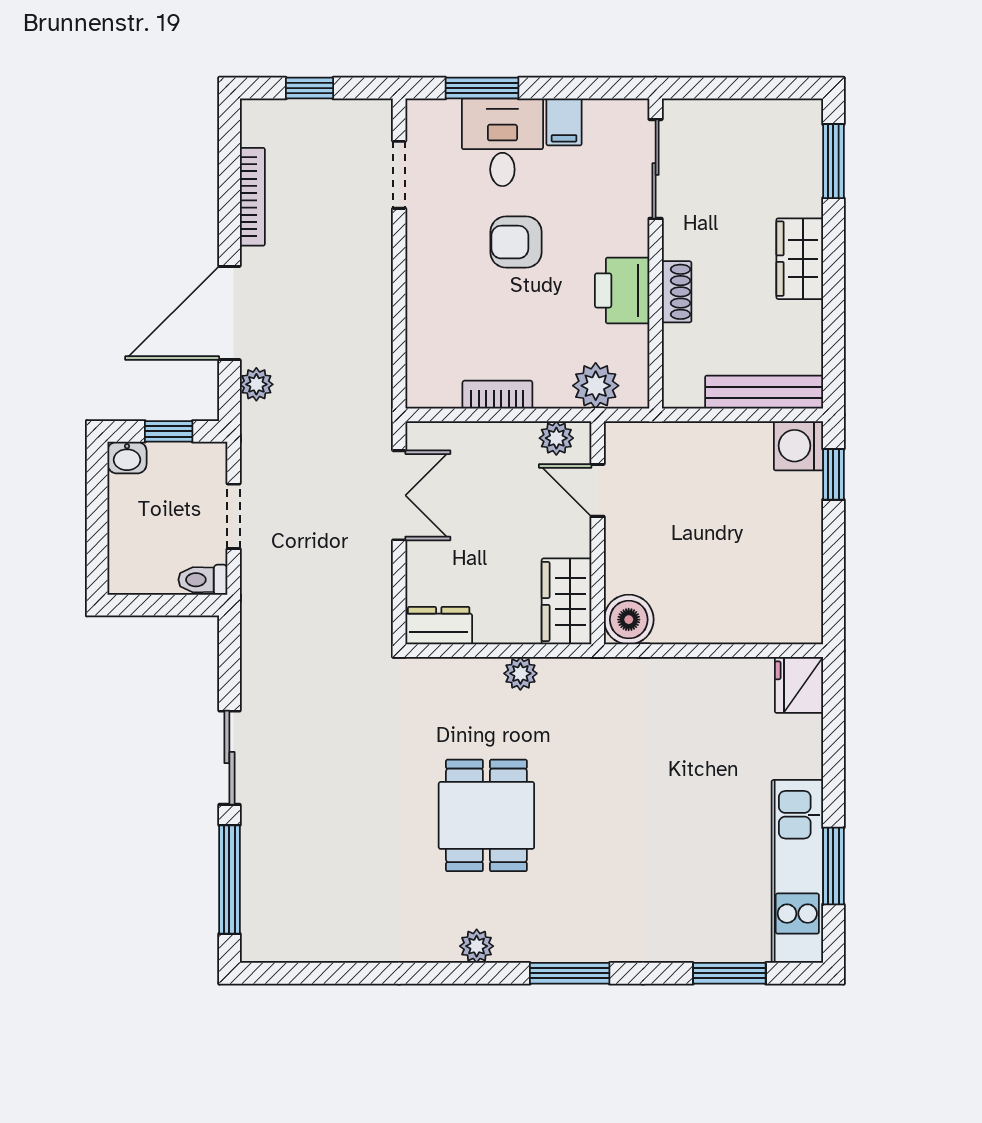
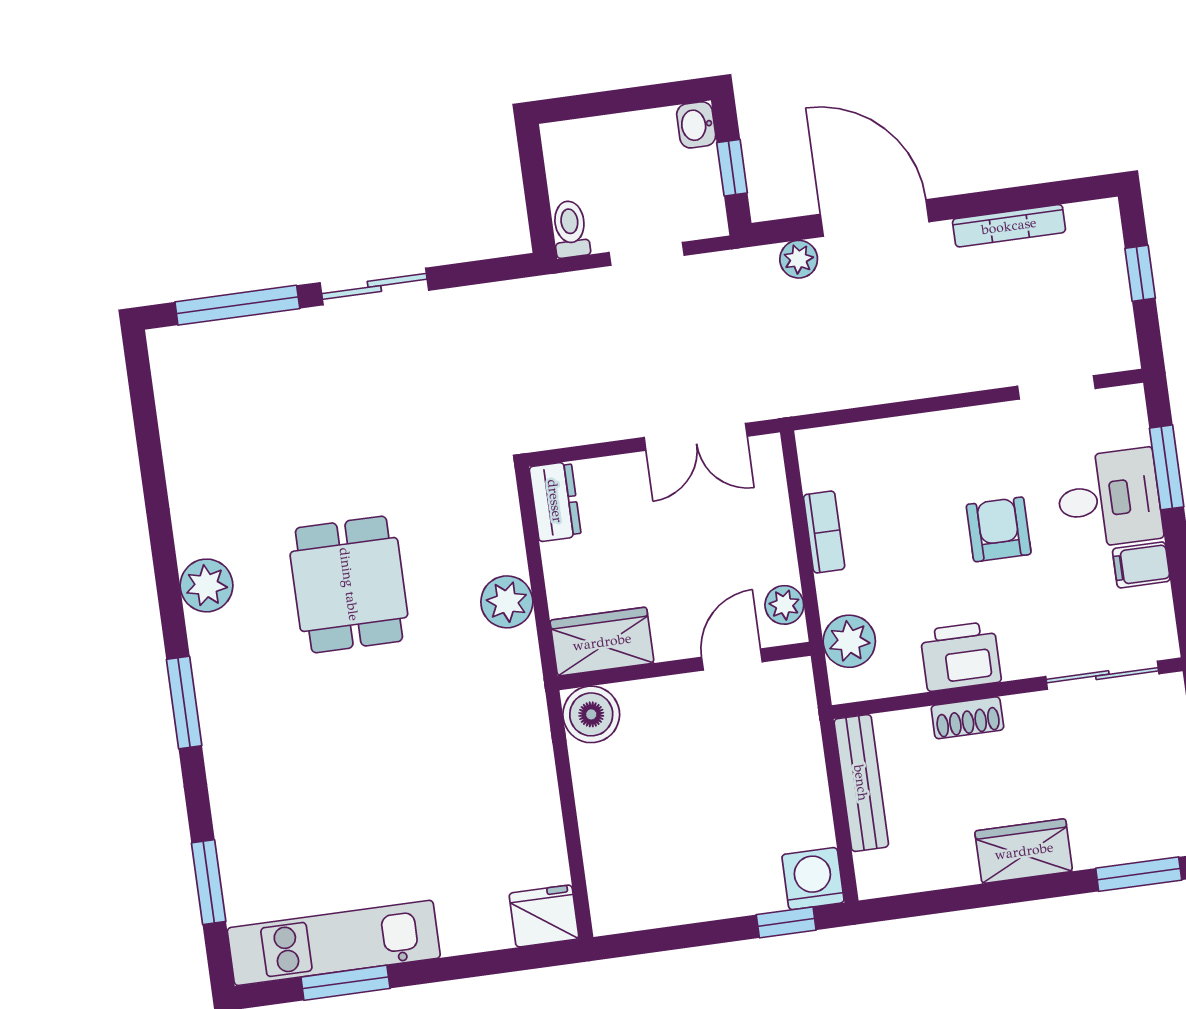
bench: (764, 392) -> (861, 783), moved
plant: (520, 673) -> (507, 602), width x1.38, depth x1.38
dining table: (486, 815) -> (349, 584), turned 90
plant: (477, 946) -> (207, 585), width x1.38, depth x1.38

